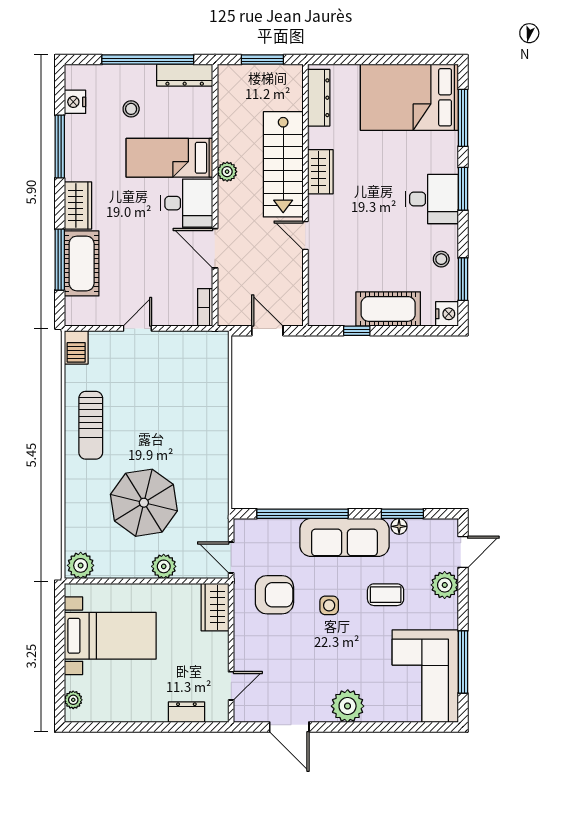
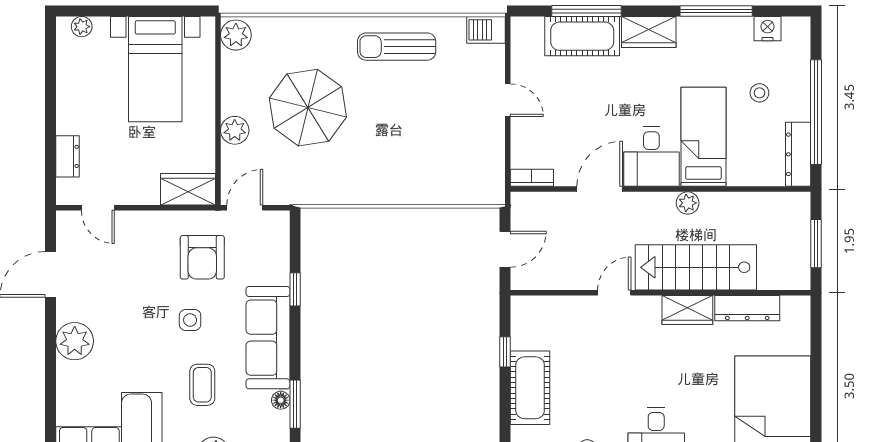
dresser: (319, 98) -> (747, 308), moved
window: (302, 514) -> (295, 289), width x0.32

